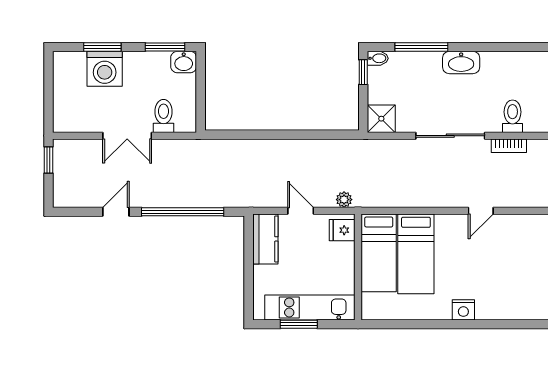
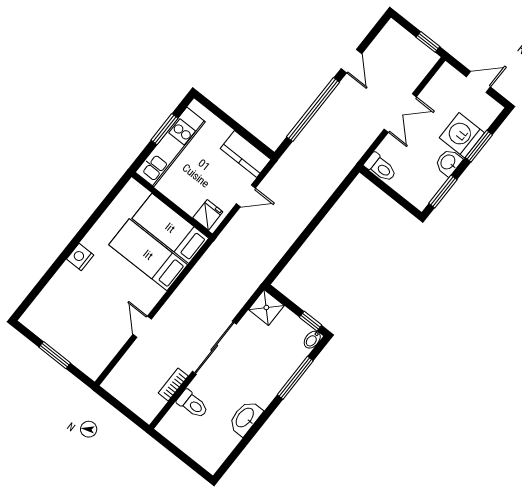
washbasin: (184, 62) -> (448, 162), moved
washbasin: (461, 62) -> (245, 418), moved
door: (49, 90) -> (478, 82), added
toilet: (164, 116) -> (381, 167), moved
double door: (127, 136) -> (400, 113), swing flipped
plant: (344, 200) -> (229, 234), removed

